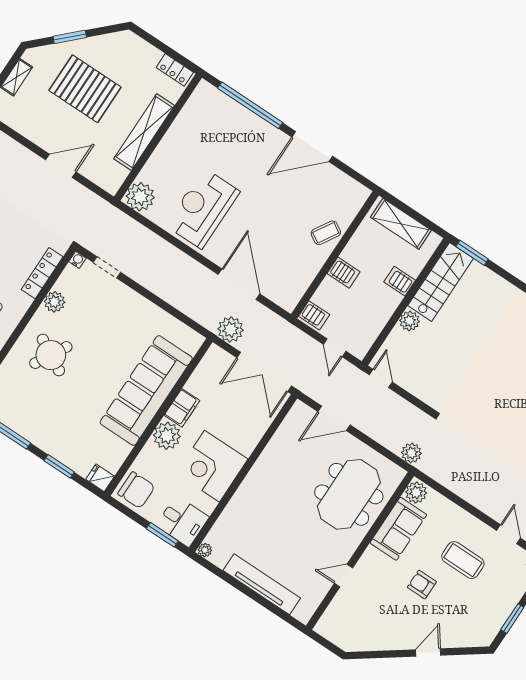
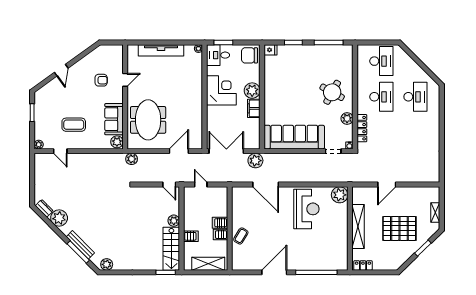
server rack: (314, 315) -> (220, 235), moved
sofa: (146, 390) -> (294, 137), moved, turned -90
armchair: (422, 585) -> (101, 80), moved

